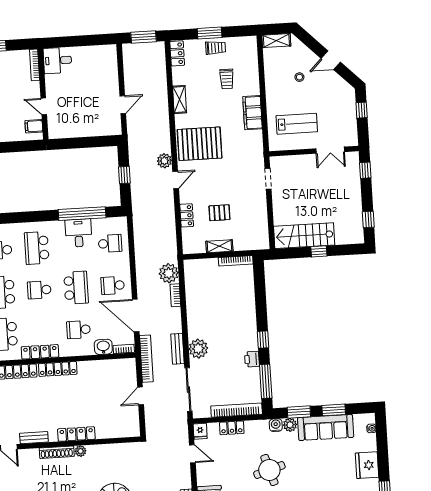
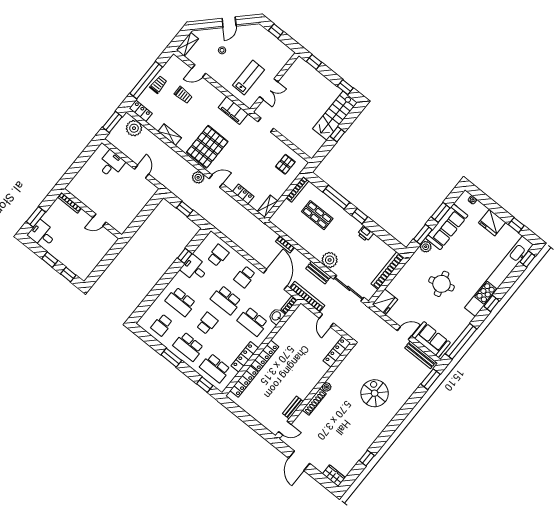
window: (210, 33) -> (146, 80), width x2.11
desk: (57, 60) -> (111, 164), moved, turned 180
door: (262, 73) -> (199, 71), added
filing cabinet: (253, 113) -> (233, 111), moved
filing cabinet: (34, 126) -> (106, 237), removed
double door: (330, 150) -> (269, 89), moved
door: (176, 180) -> (216, 181), hinge flipped
pallet: (219, 213) -> (285, 164), moved
window: (82, 214) -> (185, 256), width x0.32
stairs: (304, 236) -> (335, 116), moved
shelving: (219, 246) -> (267, 206), moved
plant: (169, 273) -> (134, 128), moved
school desk: (76, 288) -> (226, 300), turned 180
school desk: (39, 290) -> (207, 323), turned 180
shop shelf: (229, 300) -> (317, 215), added
door: (136, 315) -> (275, 279), swing flipped
school desk: (79, 330) -> (253, 322), width x1.85
window: (266, 381) -> (336, 197), moved
water cooler: (276, 425) -> (418, 255), removed
locker: (232, 428) -> (396, 283), removed
fridge: (200, 431) -> (385, 302), width x1.88, depth x1.34
locker: (76, 434) -> (337, 352), moved
door: (192, 454) -> (404, 333), moved

